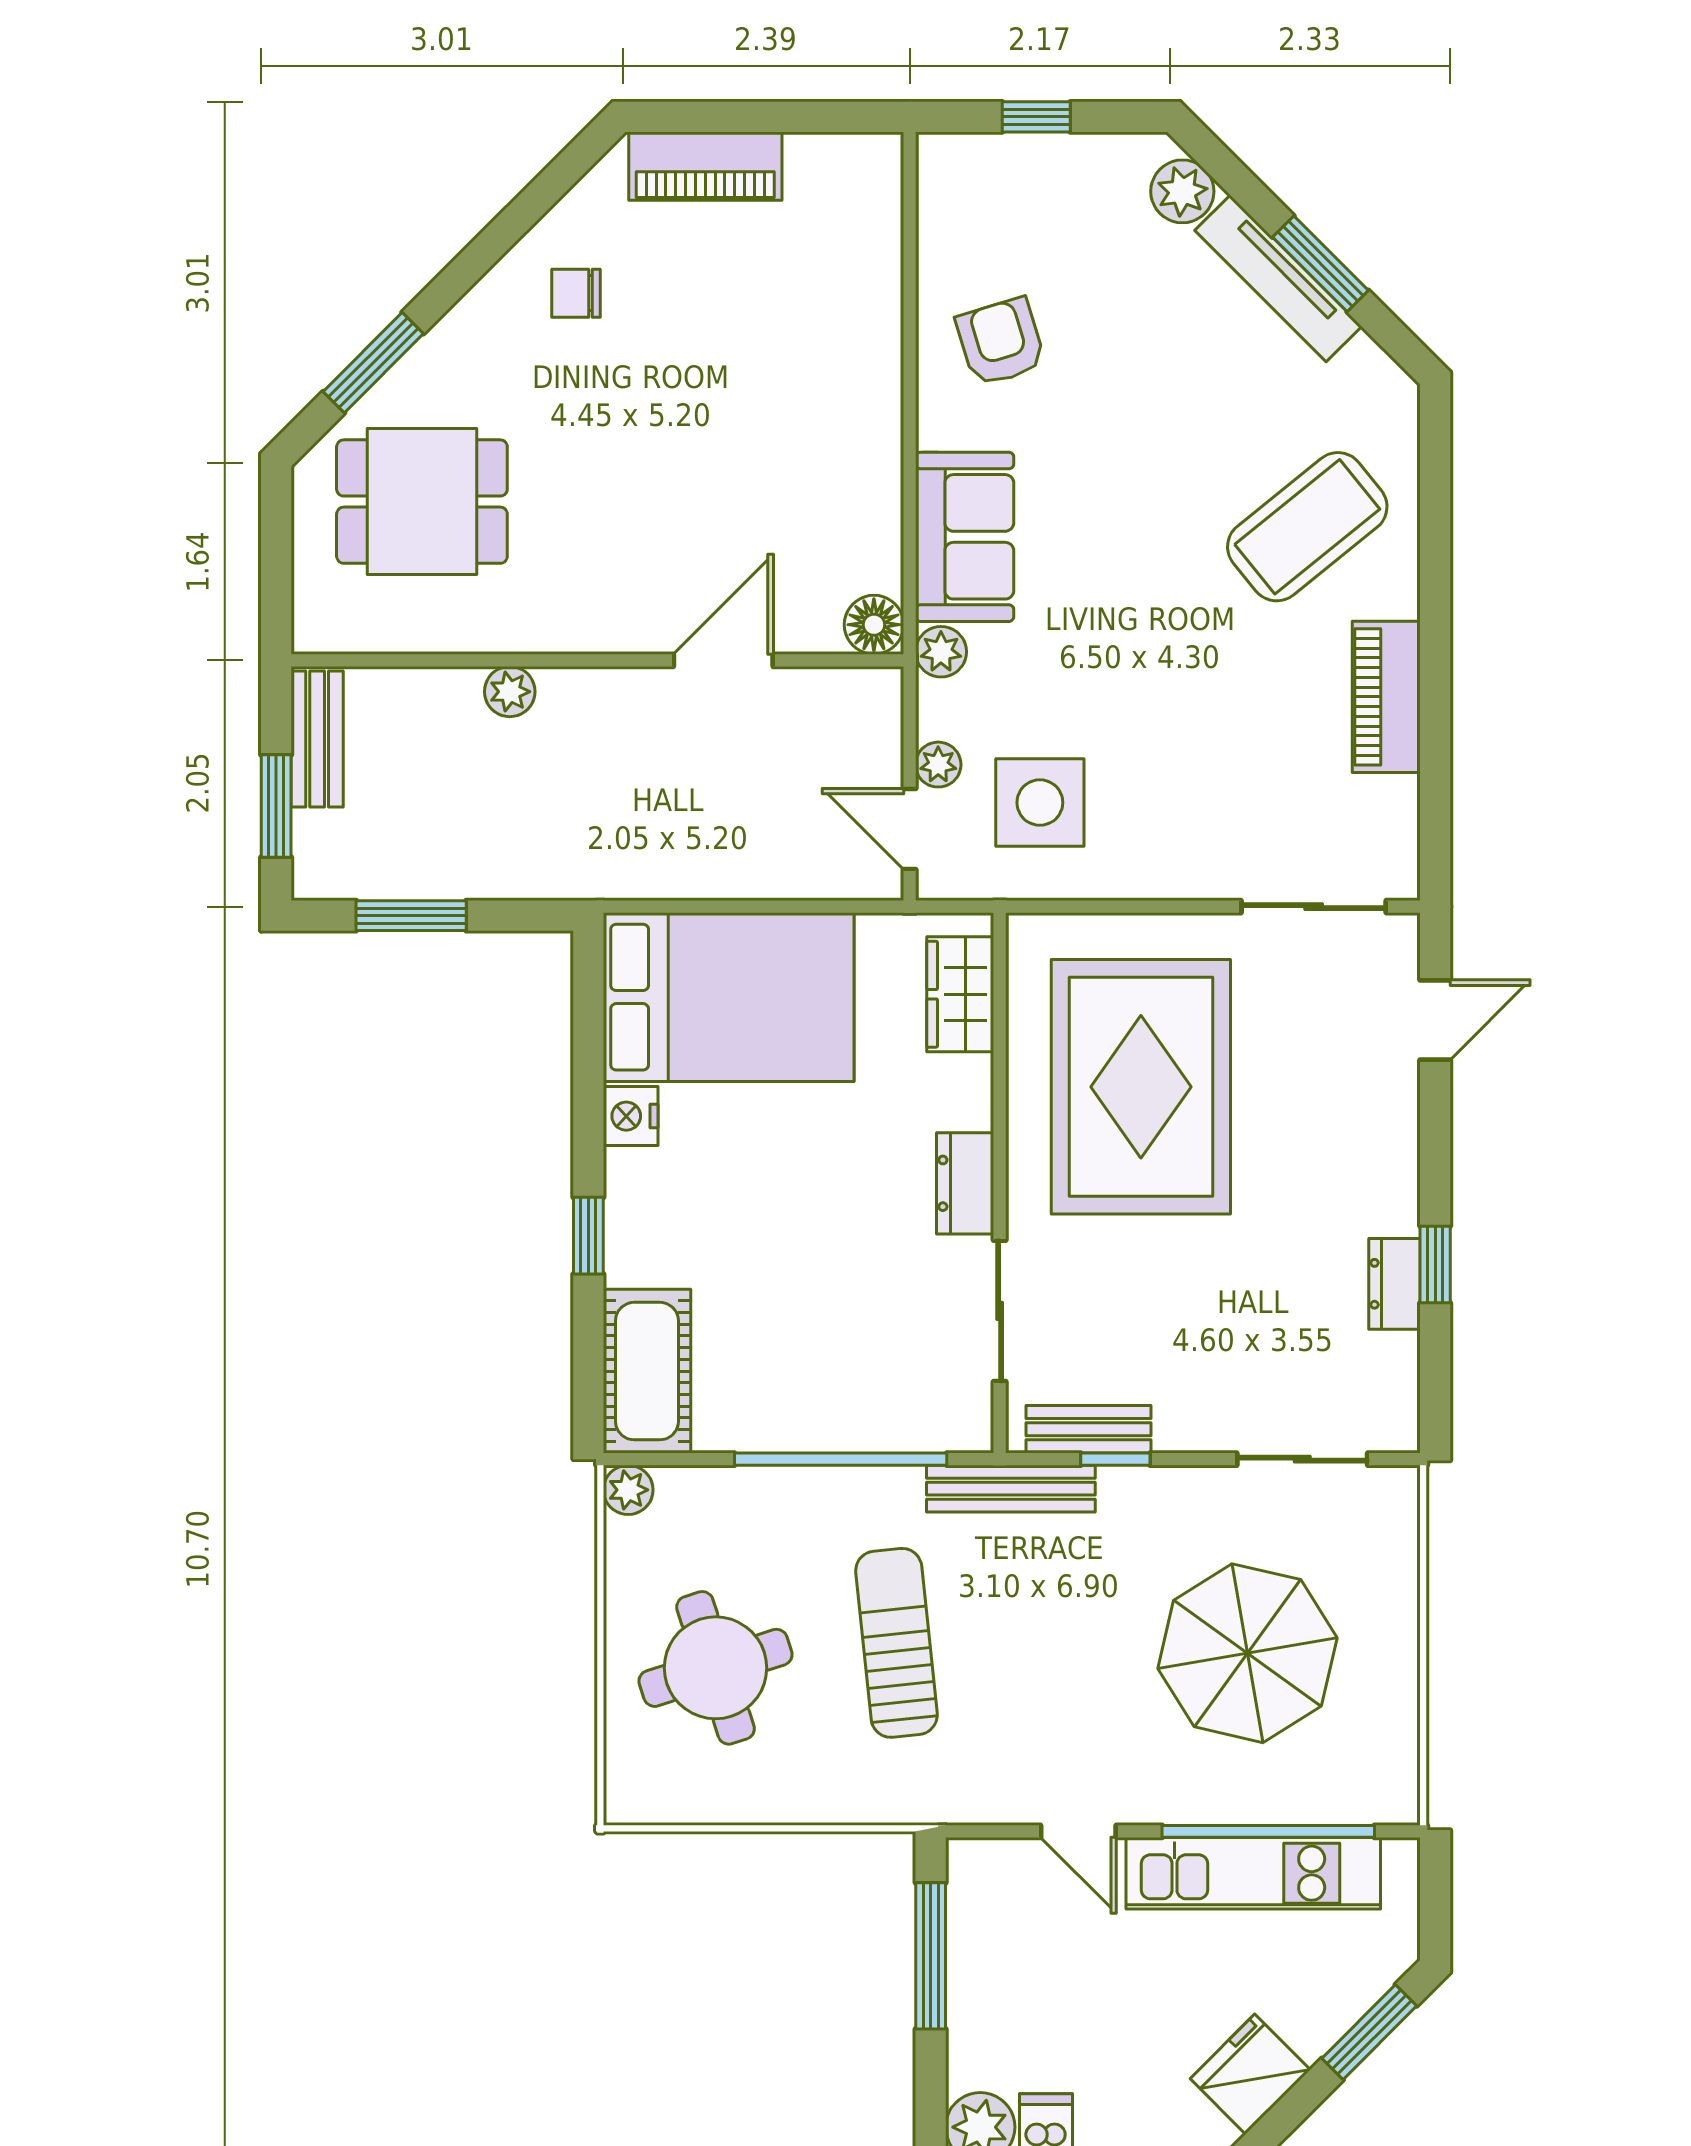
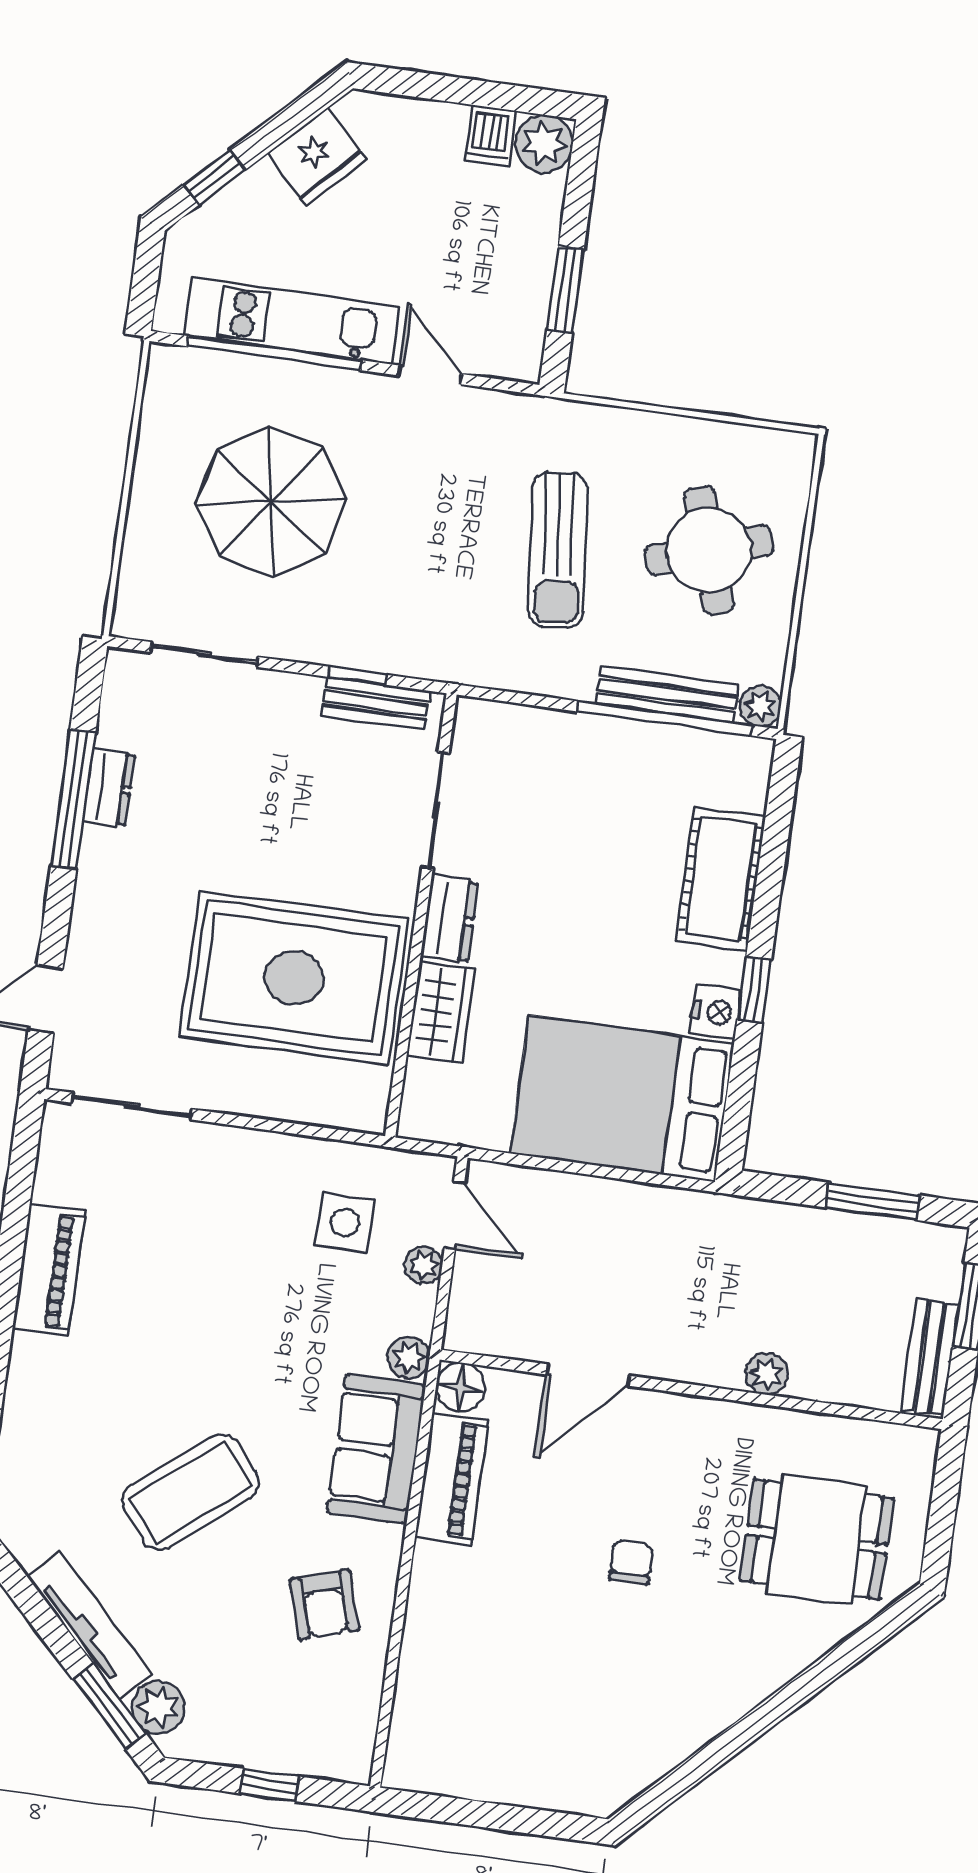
piano: (705, 166) -> (452, 1479), moved, turned 90
window: (1321, 264) -> (109, 1706), moved
chair: (576, 293) -> (631, 1562), moved, turned -90
window: (373, 363) -> (841, 1659), removed
coffee table: (1307, 527) -> (191, 1492), moved
side table: (1040, 803) -> (345, 1223), width x0.73, depth x0.73
wardrobe: (960, 994) -> (440, 1012), moved
rug: (1141, 1087) -> (294, 978), turned 90
window: (588, 1236) -> (754, 990), moved
window: (1435, 1264) -> (73, 799), width x2.17
cot: (647, 1371) -> (721, 879), moved
window: (841, 1459) -> (665, 718), moved
bench: (1011, 1489) -> (667, 694), moved
window: (931, 1956) -> (565, 290), width x0.69
window: (1369, 2032) -> (214, 177), width x0.67

